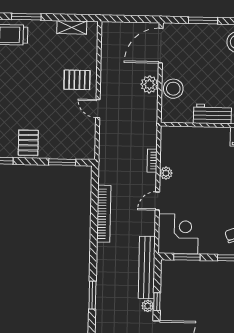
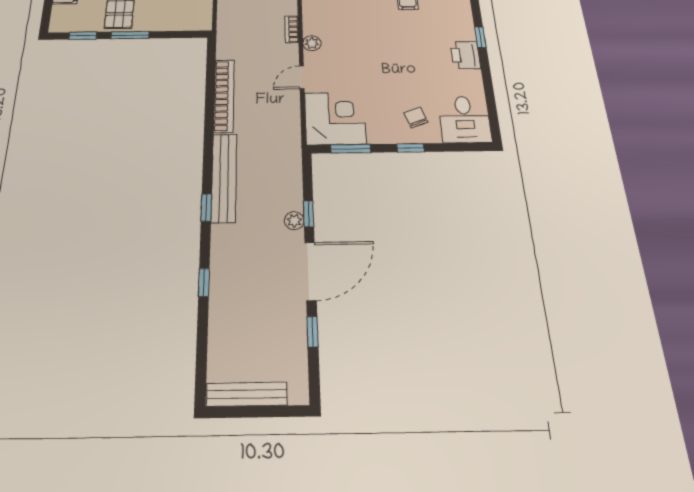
window: (62, 162) -> (130, 35), moved
bench: (147, 267) -> (224, 177), moved
window: (92, 295) -> (206, 208), width x0.67

